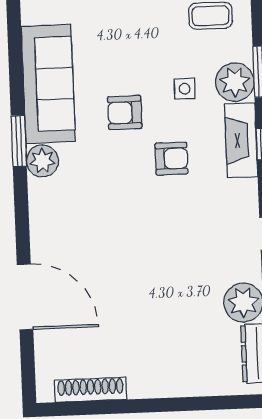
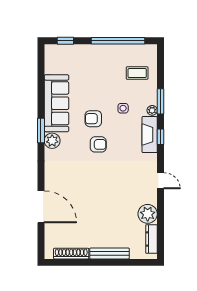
plant: (235, 82) -> (152, 110), width x0.53, depth x0.53
armchair: (171, 159) -> (98, 144), moved
bench: (169, 387) -> (109, 253), added

